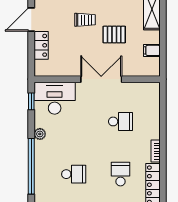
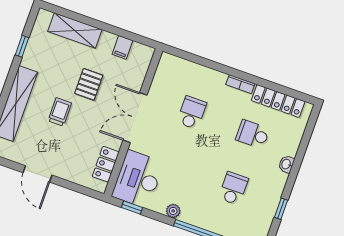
locker: (41, 45) -> (106, 164), moved, turned -90

